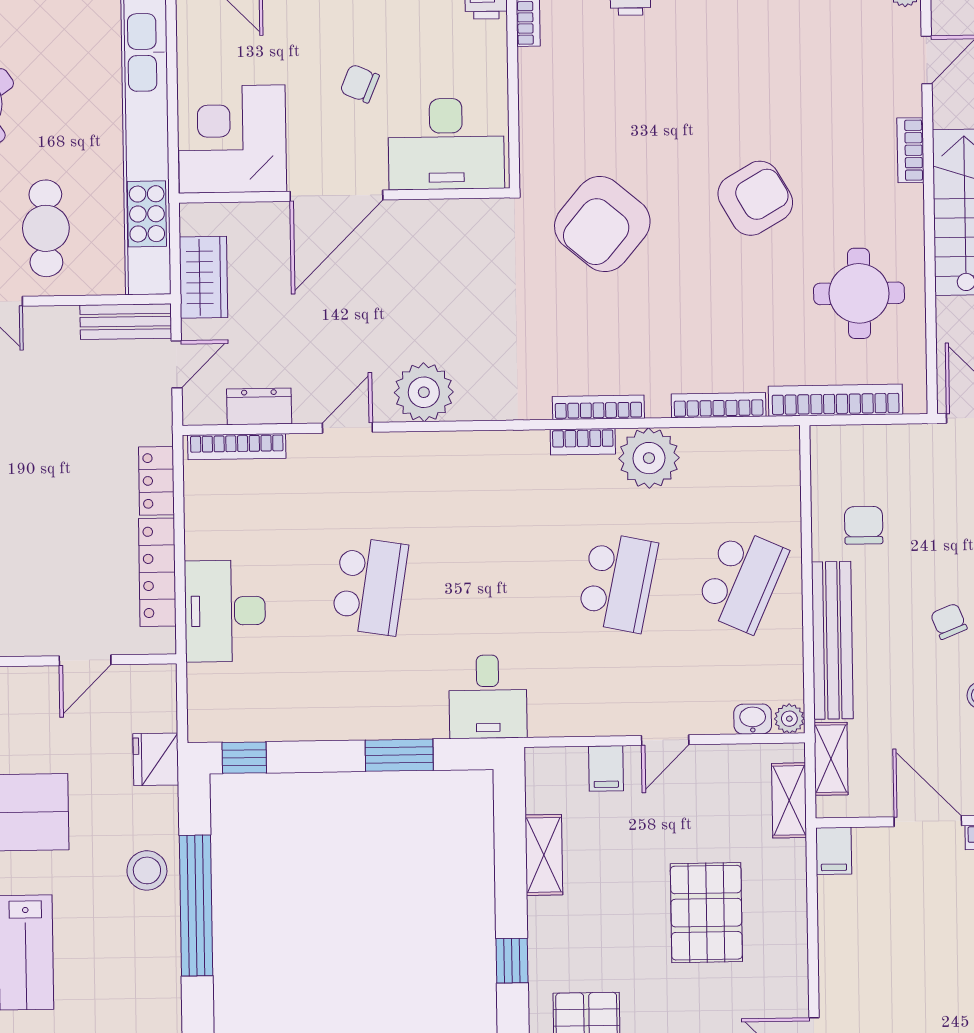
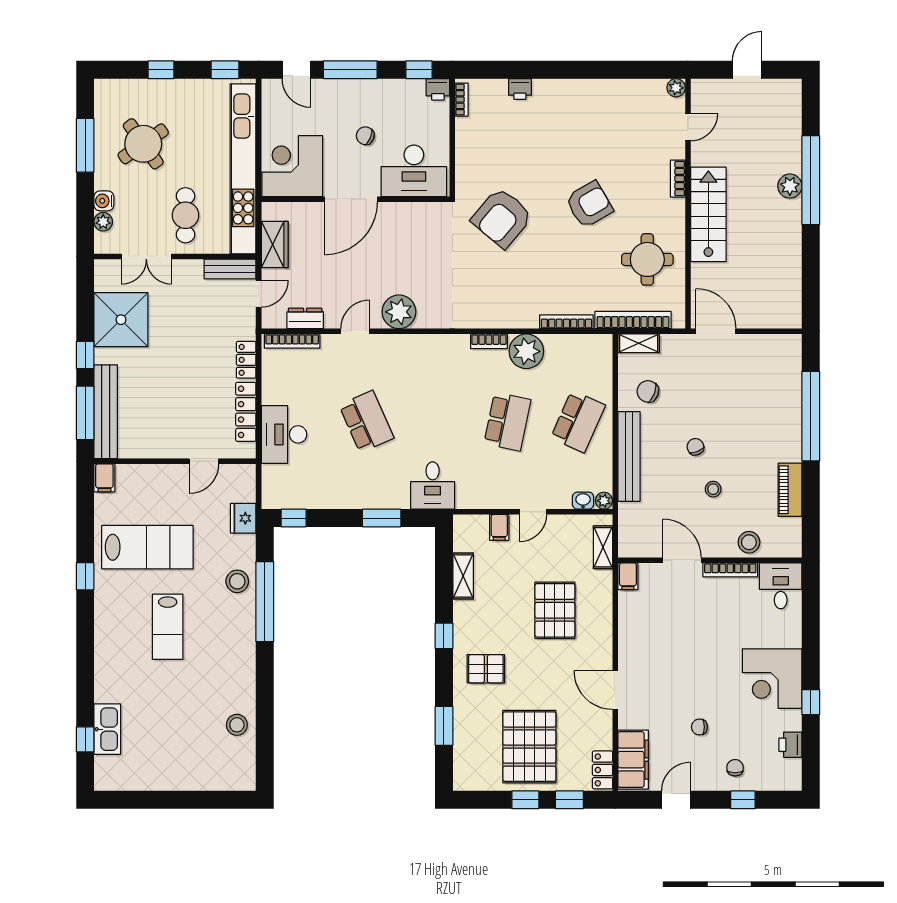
bookcase: (598, 407) -> (498, 322), removed
chair: (864, 525) -> (648, 391), turned -69
school desk: (370, 586) -> (366, 422), turned -33
shelving: (831, 759) -> (639, 343), moved, turned 90

